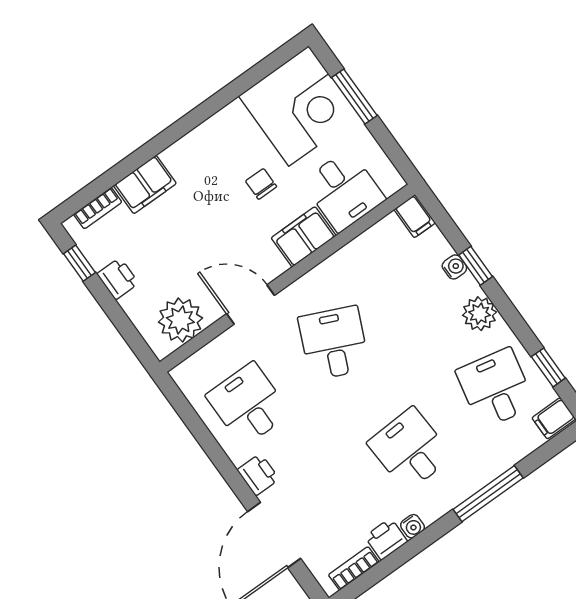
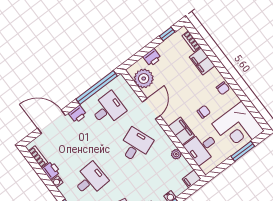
chair: (208, 138) -> (223, 88), added
plant: (357, 250) -> (176, 154), added
printer: (118, 279) -> (152, 57), moved
desk: (334, 343) -> (136, 145), turned -45
window: (198, 429) -> (97, 87), added

